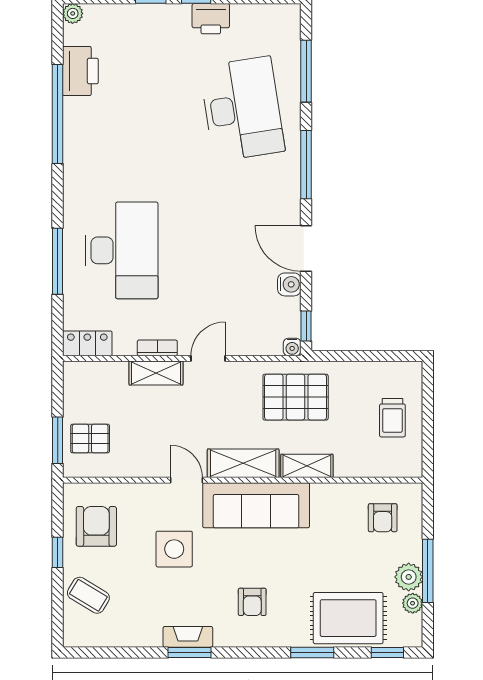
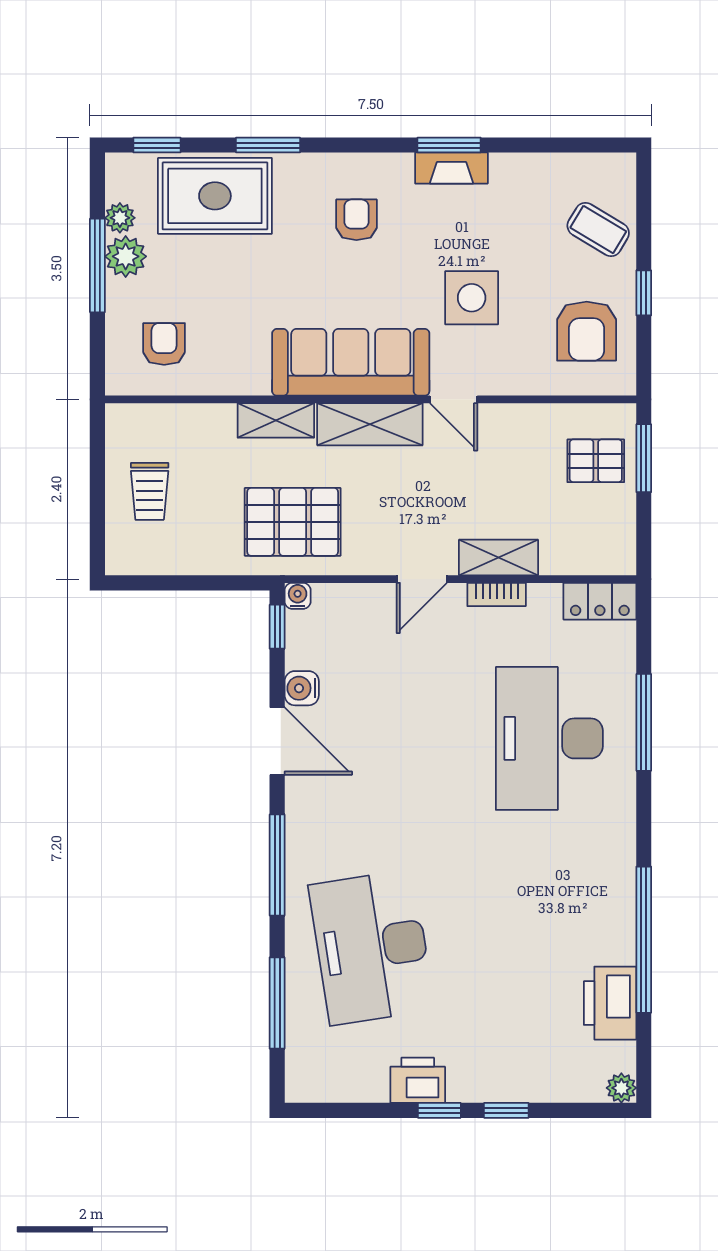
trolley: (392, 418) -> (150, 491), turned 180

